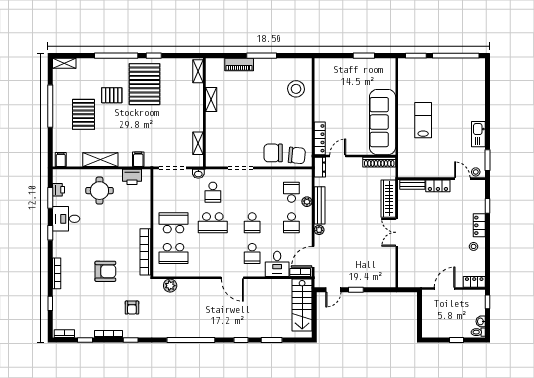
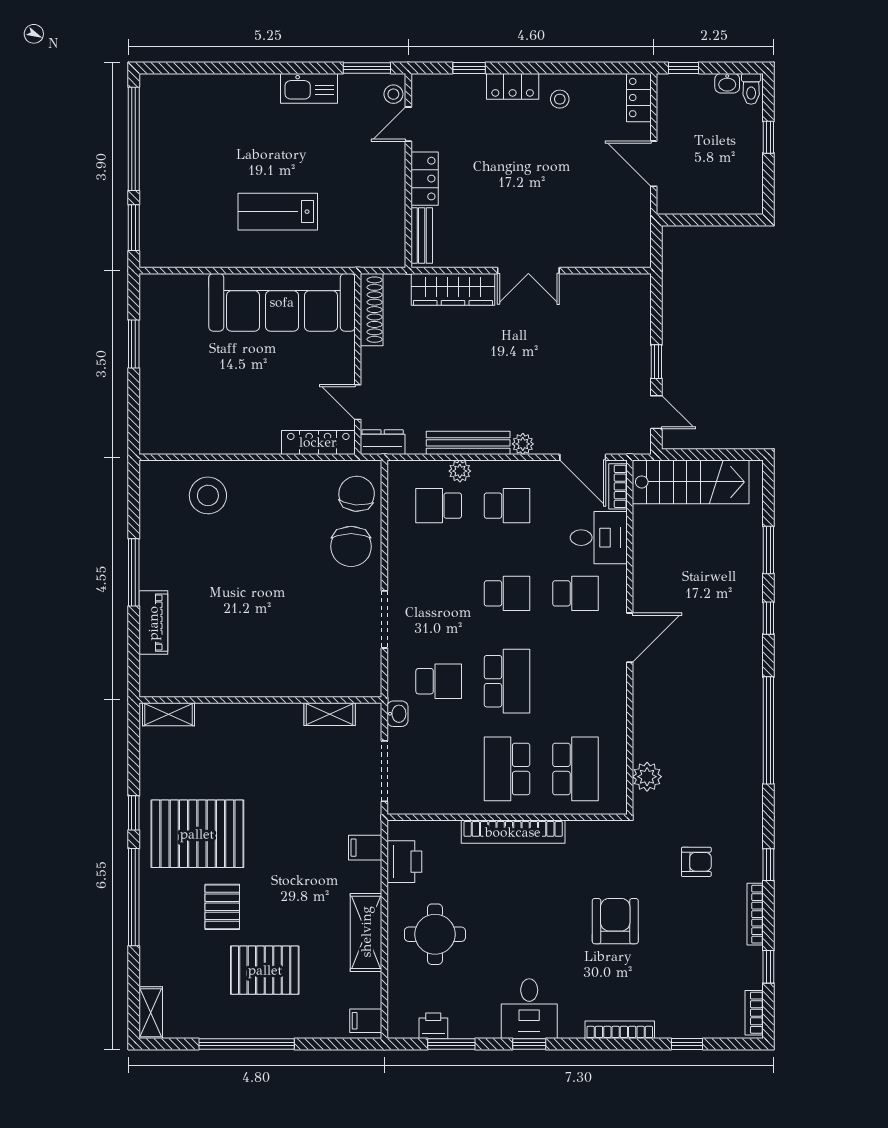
shelving: (211, 100) -> (232, 685), removed
desk: (66, 219) -> (529, 1009), moved
bookcase: (145, 252) -> (513, 832), moved

